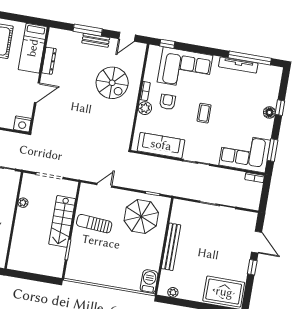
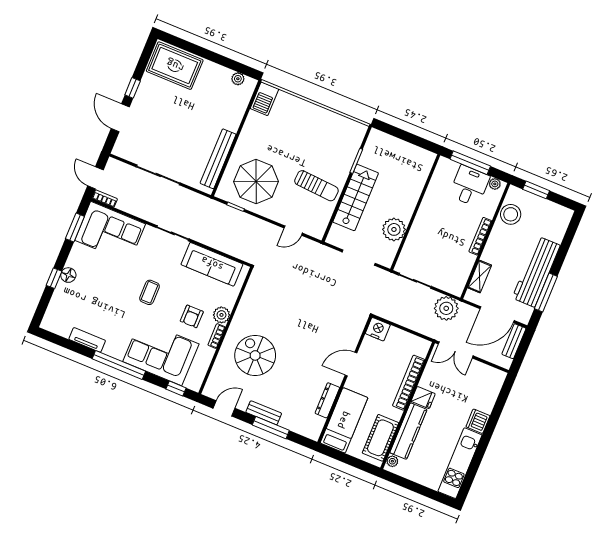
window: (250, 58) -> (119, 365), moved
tv unit: (238, 65) -> (87, 340), width x0.71
door: (265, 192) -> (95, 178), added
plant: (23, 203) -> (394, 229), width x1.88, depth x1.88
bench: (171, 247) -> (218, 159), moved

